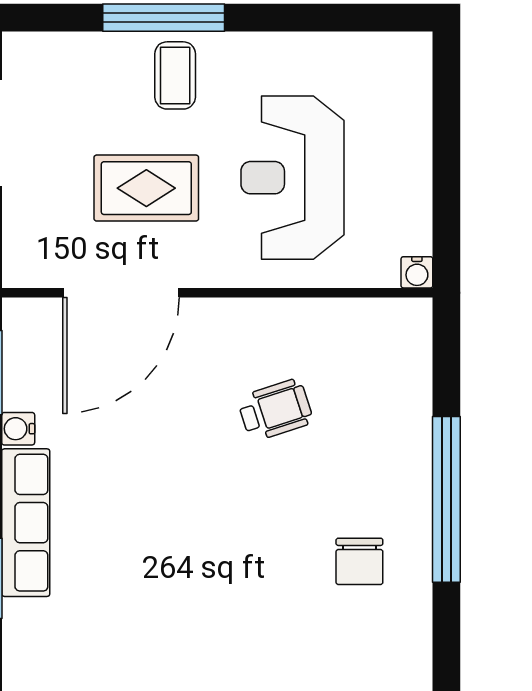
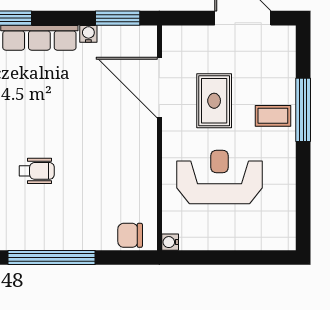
wheelchair: (275, 410) -> (37, 171), moved, turned -72
chair: (359, 561) -> (130, 235), moved

